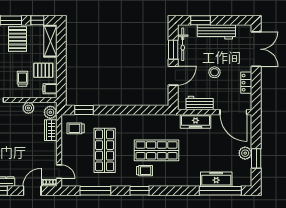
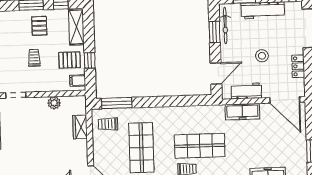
pallet: (18, 39) -> (39, 26), width x0.67, depth x0.71
window: (61, 71) -> (90, 60), added
door: (173, 76) -> (216, 73), moved
trolley: (22, 79) -> (34, 58), moved
window: (84, 110) -> (117, 103), width x1.44
plant: (50, 112) -> (79, 107), removed
plant: (245, 153) -> (300, 146), removed

